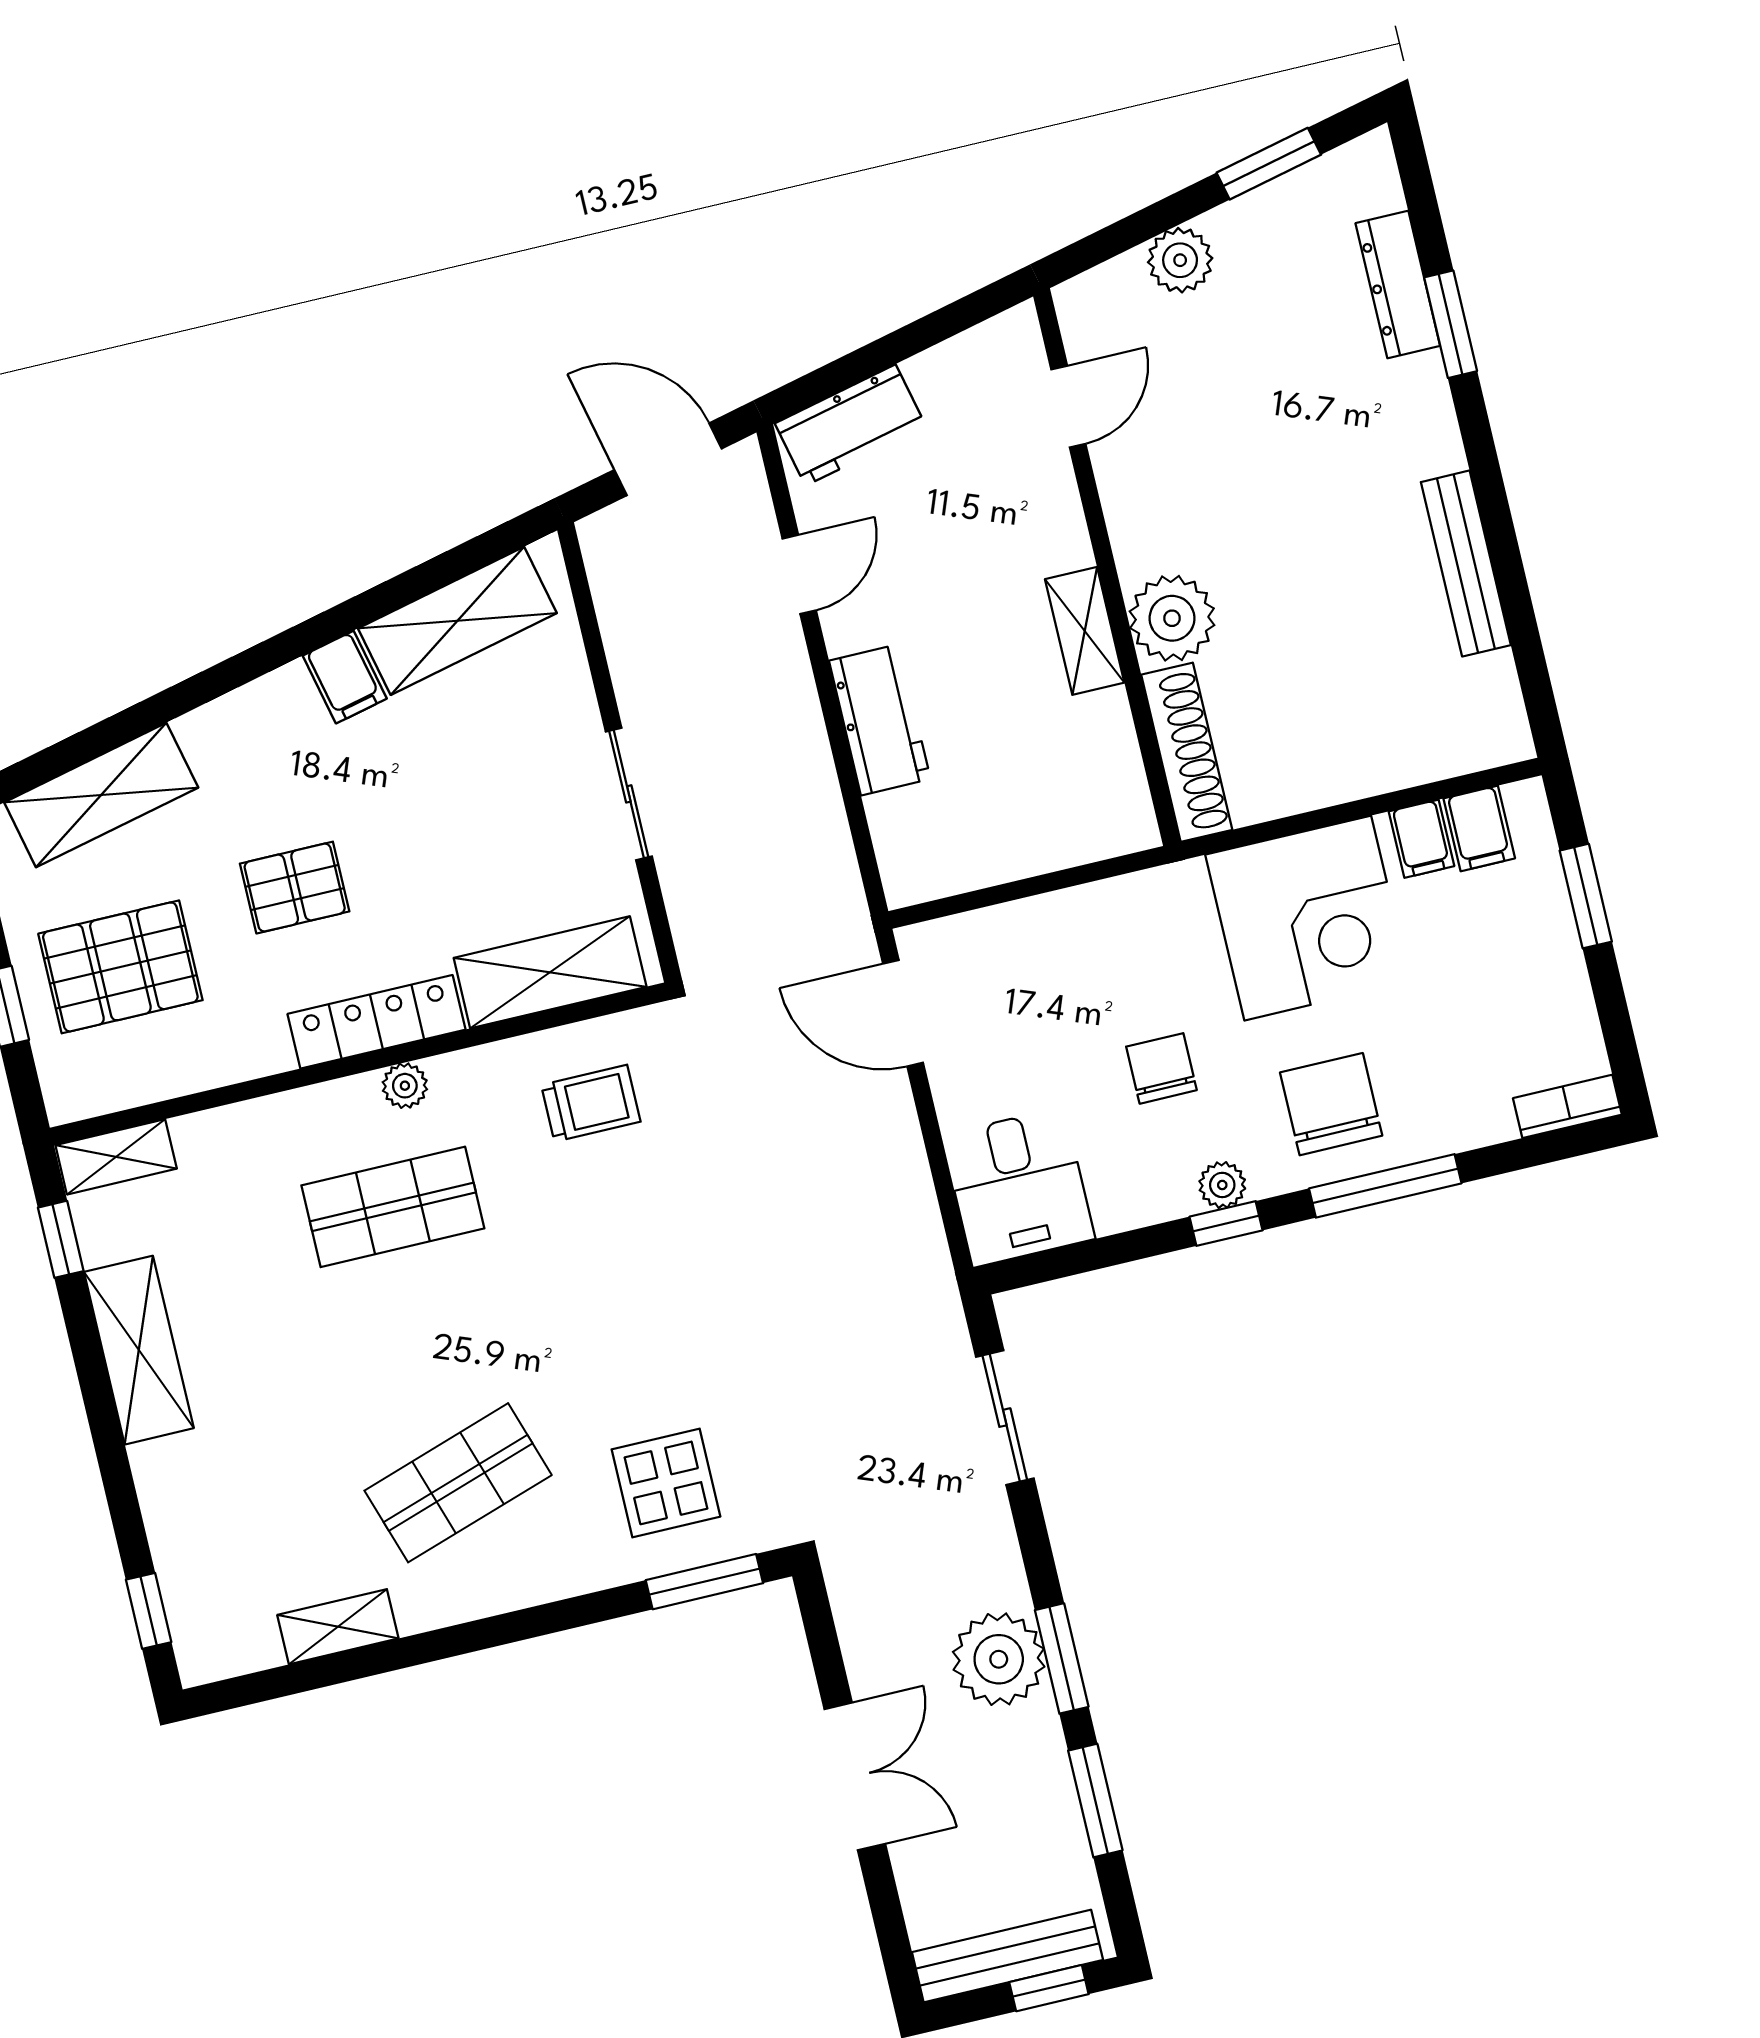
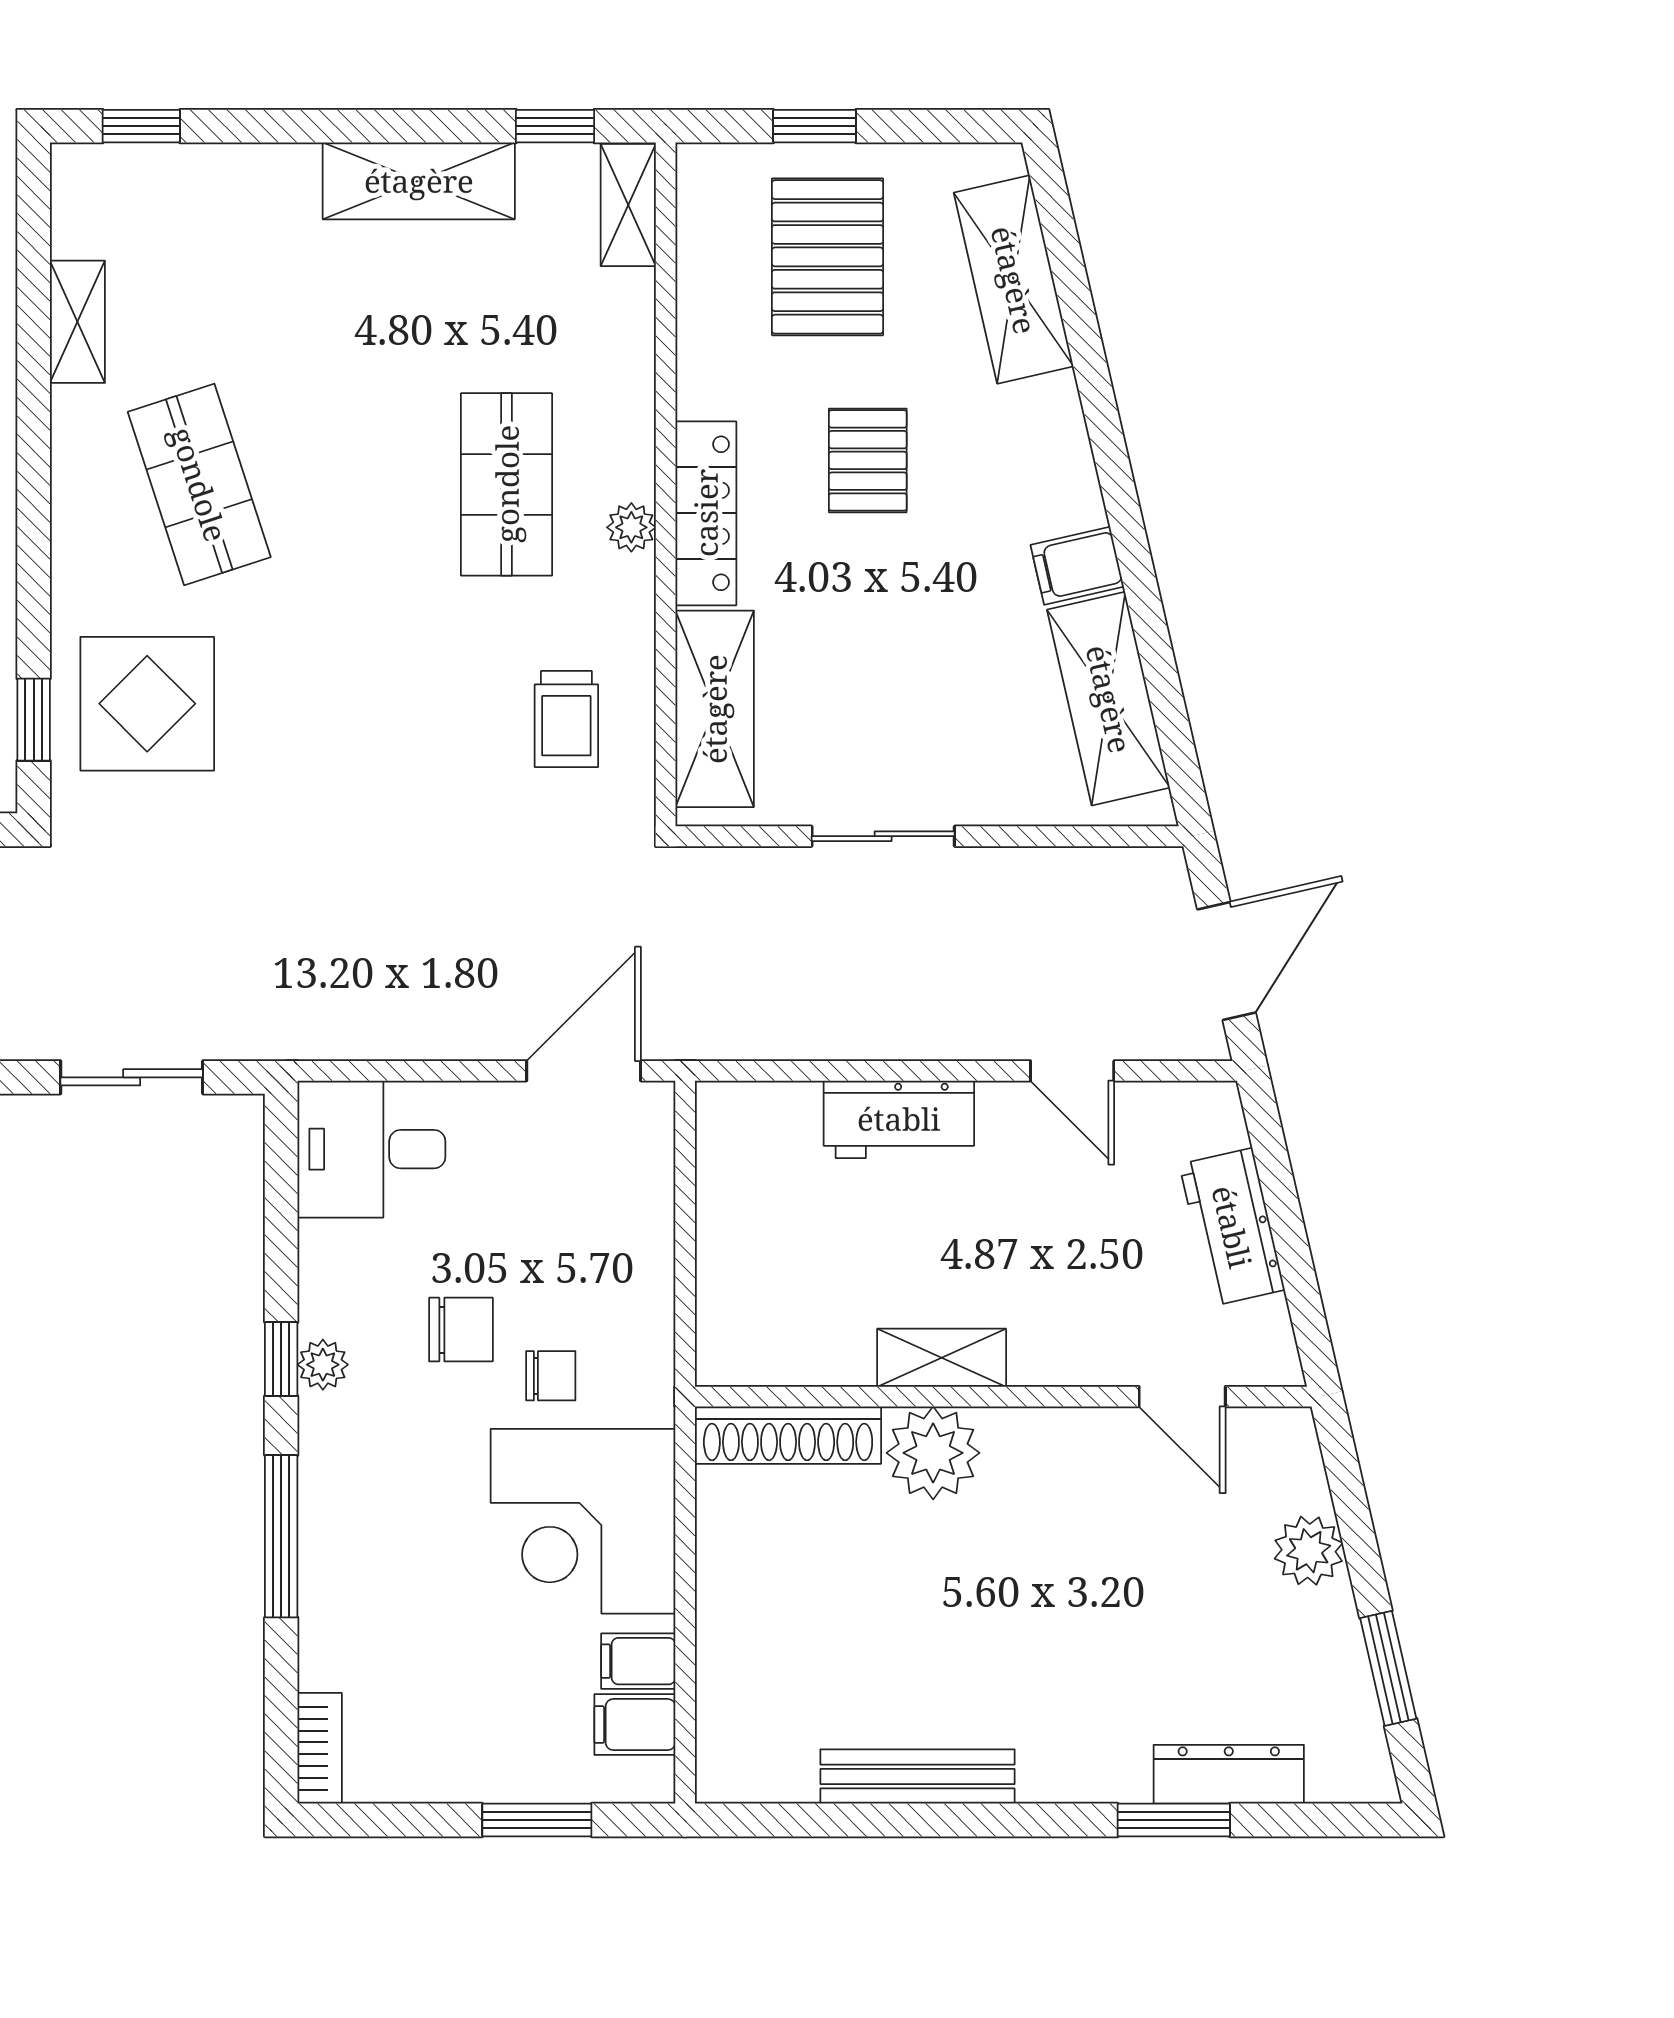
workbench: (850, 425) -> (1232, 1227), moved
chair: (1331, 1104) -> (551, 1376), moved, width x0.54, depth x0.54
display table: (666, 1483) -> (147, 704), width x1.36, depth x1.36
window: (704, 1582) -> (34, 720), width x0.67

